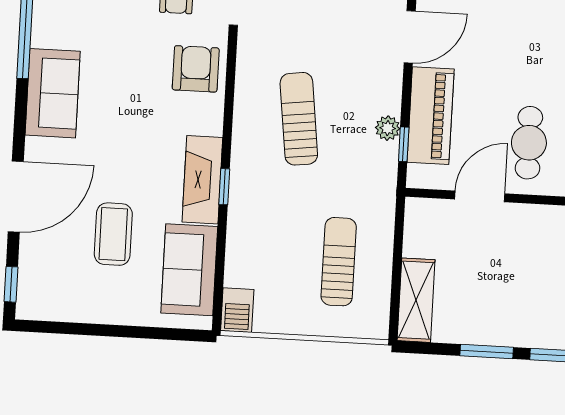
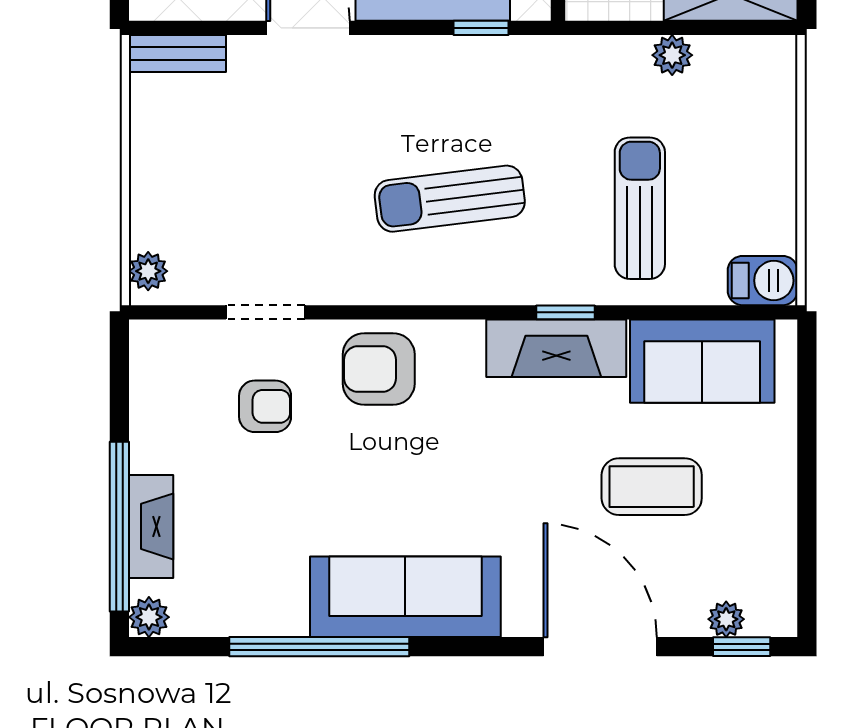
sofa: (53, 93) -> (405, 597), width x1.36
plant: (388, 128) -> (672, 55), moved
sun lounger: (339, 262) -> (640, 208), moved, turned 90
plant: (28, 276) -> (726, 619), added

